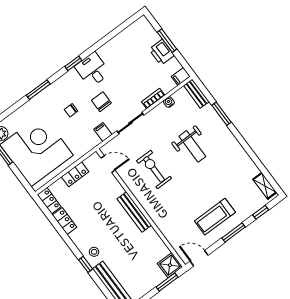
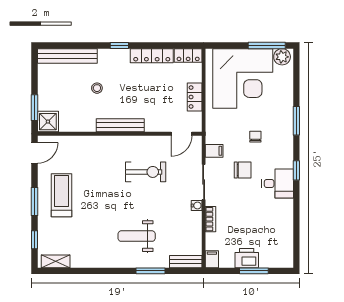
water cooler: (169, 102) -> (197, 205), moved
weight bench: (192, 146) -> (137, 236), moved
locker: (65, 221) -> (152, 56), width x1.53
stool: (94, 252) -> (97, 88), moved
window: (86, 264) -> (119, 46), moved

